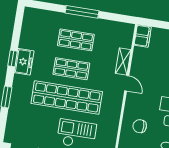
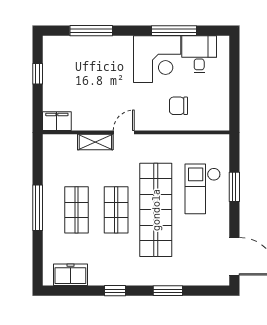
freezer: (24, 62) -> (70, 275), moved
chair: (140, 126) -> (178, 106), turned 90

